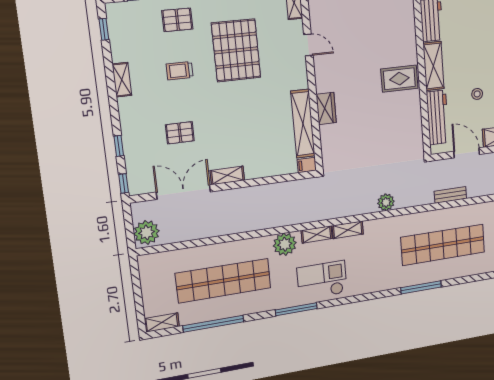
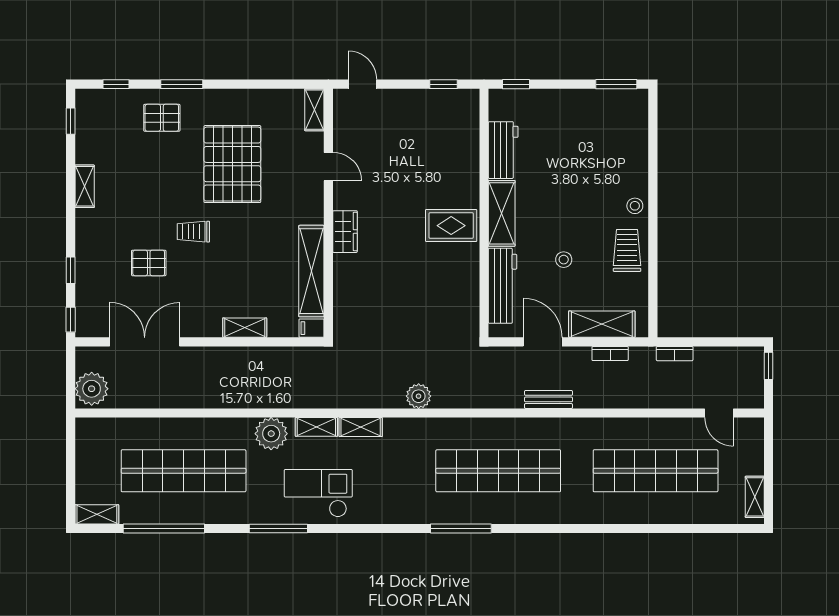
trolley: (180, 71) -> (193, 232), moved
wardrobe: (326, 108) -> (345, 232), moved
shelving: (227, 175) -> (245, 328), moved
bench: (450, 195) -> (548, 399), moved

